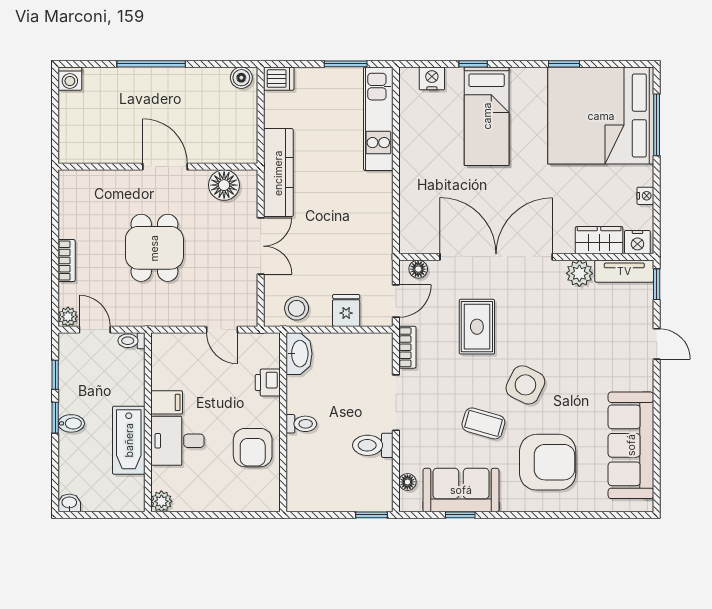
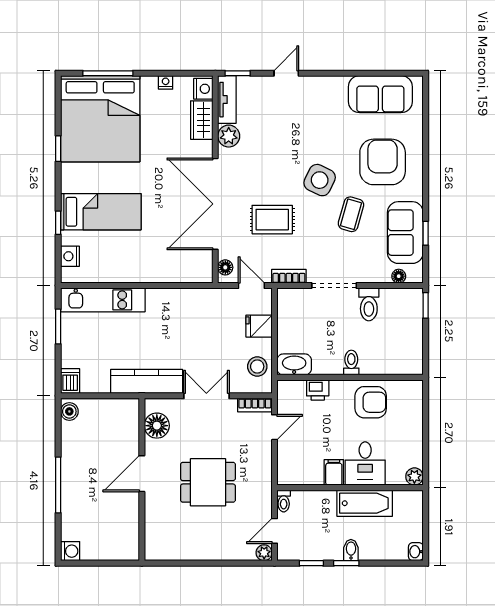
bookcase: (67, 261) -> (255, 405), moved, turned 180
sofa: (631, 445) -> (380, 94), width x0.73

